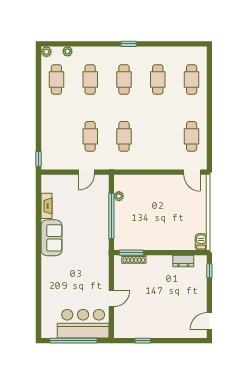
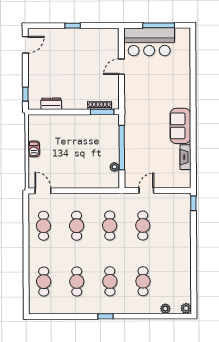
cafe table: (56, 79) -> (77, 226), moved
barbecue: (201, 242) -> (34, 149), moved
window: (73, 341) -> (159, 25), width x0.68
window: (143, 341) -> (73, 26), moved

